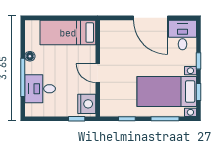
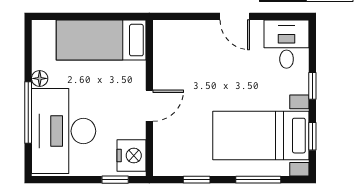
door: (150, 18) -> (235, 16), width x0.53
door: (98, 73) -> (149, 106), swing flipped
desk: (40, 89) -> (64, 131), width x1.87, depth x1.30

